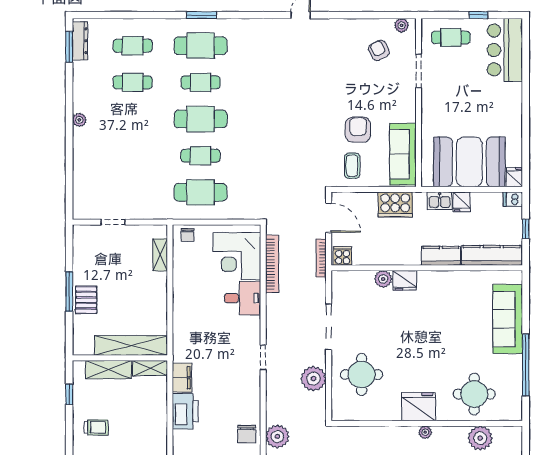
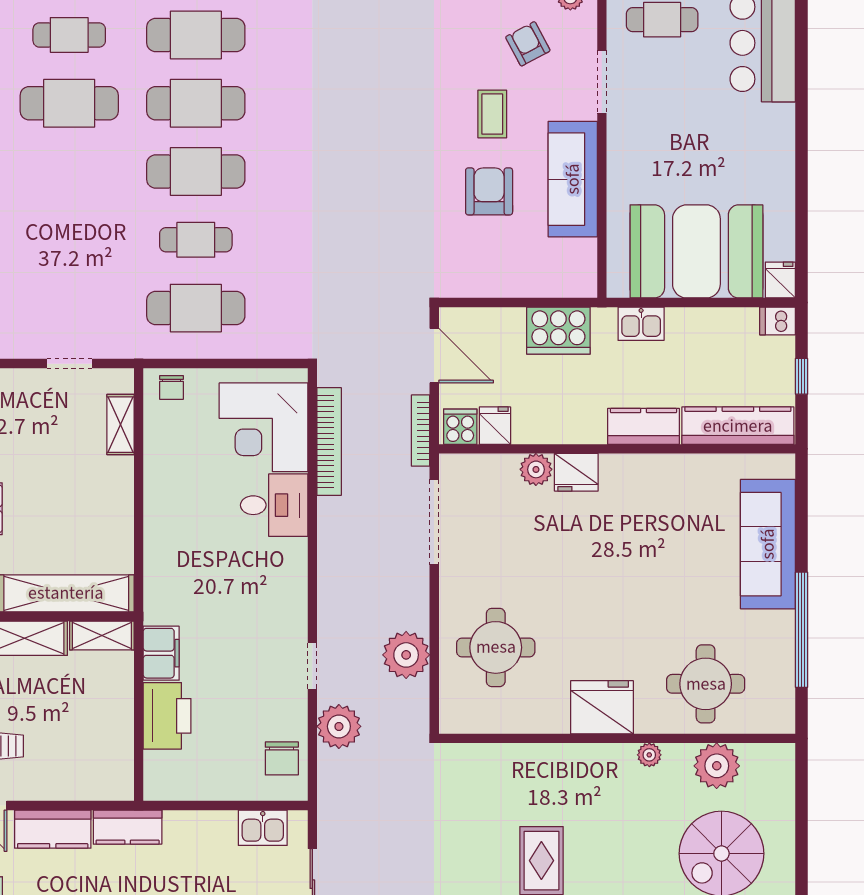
cafe table: (133, 82) -> (69, 103), width x1.37, depth x1.35
cafe table: (201, 82) -> (196, 103), width x1.37, depth x1.35
sofa: (403, 154) -> (573, 179), moved
coffee table: (352, 166) -> (492, 114), moved
fridge: (462, 202) -> (495, 426), moved, turned 180
doorway: (113, 222) -> (70, 364), moved
doorway: (329, 327) -> (434, 522), moved
doorway: (263, 358) -> (312, 666), moved
plant: (425, 432) -> (649, 755), moved
plant: (277, 436) -> (339, 726), moved

